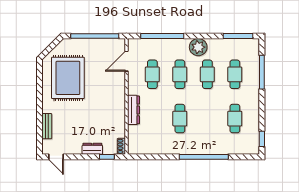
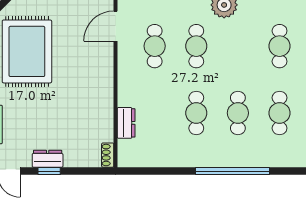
cafe table: (207, 74) -> (238, 113), moved
dresser: (133, 110) -> (126, 123), moved, width x0.70
dresser: (92, 149) -> (48, 159), moved
window: (107, 157) -> (49, 171), moved

